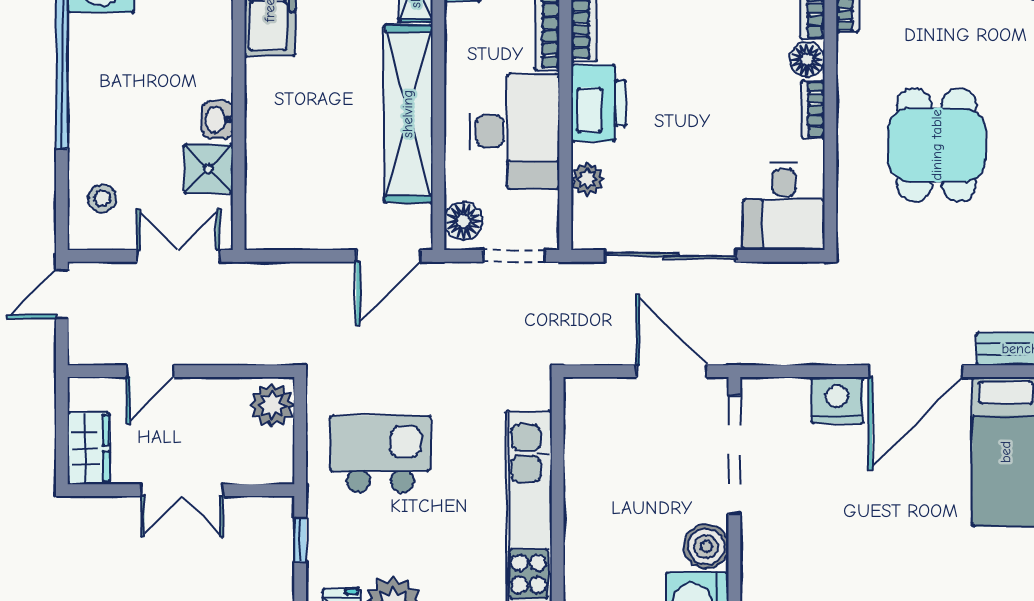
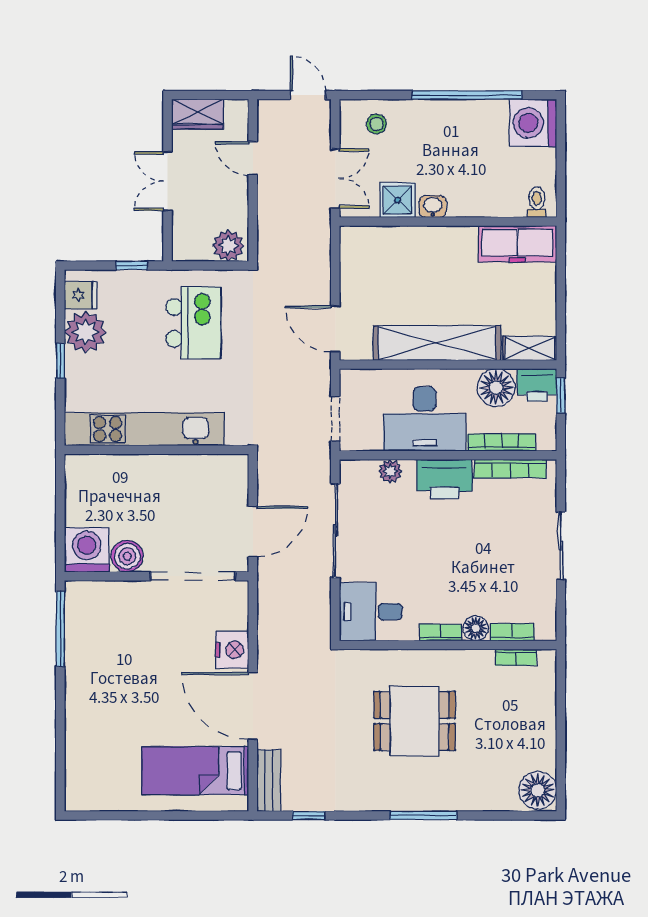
floor lamp: (463, 221) -> (496, 388), moved, width x1.38, depth x1.38

